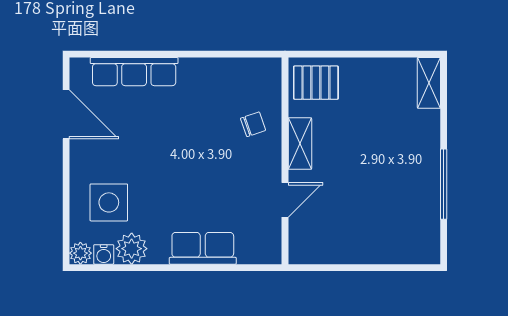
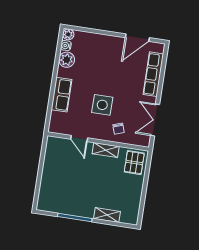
double door: (225, 54) -> (155, 120), added
shelving: (429, 83) -> (107, 215), moved
side table: (109, 202) -> (102, 105), moved

